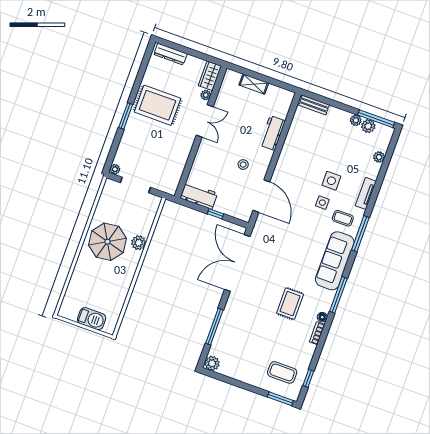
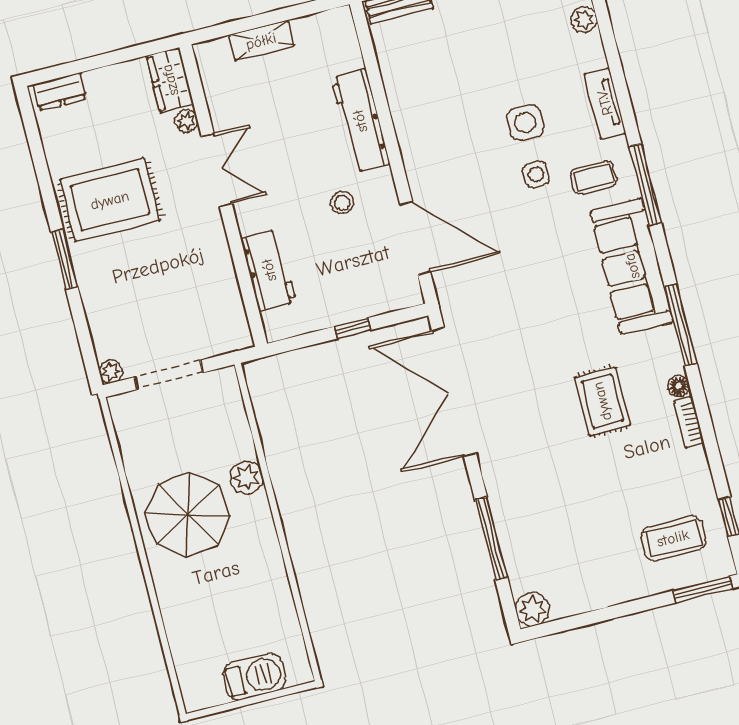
dresser: (170, 54) -> (60, 92), width x0.70
workbench: (272, 133) -> (360, 121), width x1.38
workbench: (199, 196) -> (269, 270), moved, turned 90

